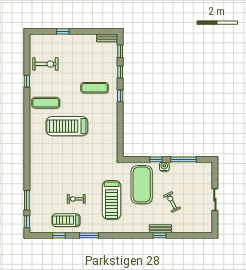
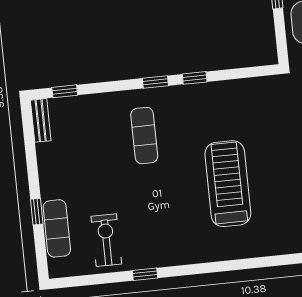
window: (120, 72) -> (195, 78), moved
exercise mat: (46, 103) -> (57, 228), moved
treadmill: (67, 126) -> (228, 184), turned 180

